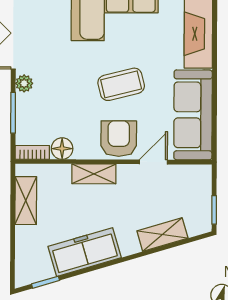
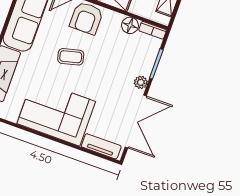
coffee table: (121, 84) -> (71, 57), width x0.73, depth x0.77

